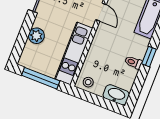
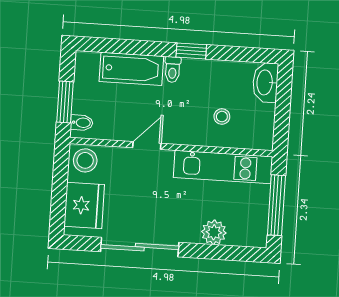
toilet: (133, 62) -> (173, 70), moved
stool: (88, 82) -> (222, 117), moved

